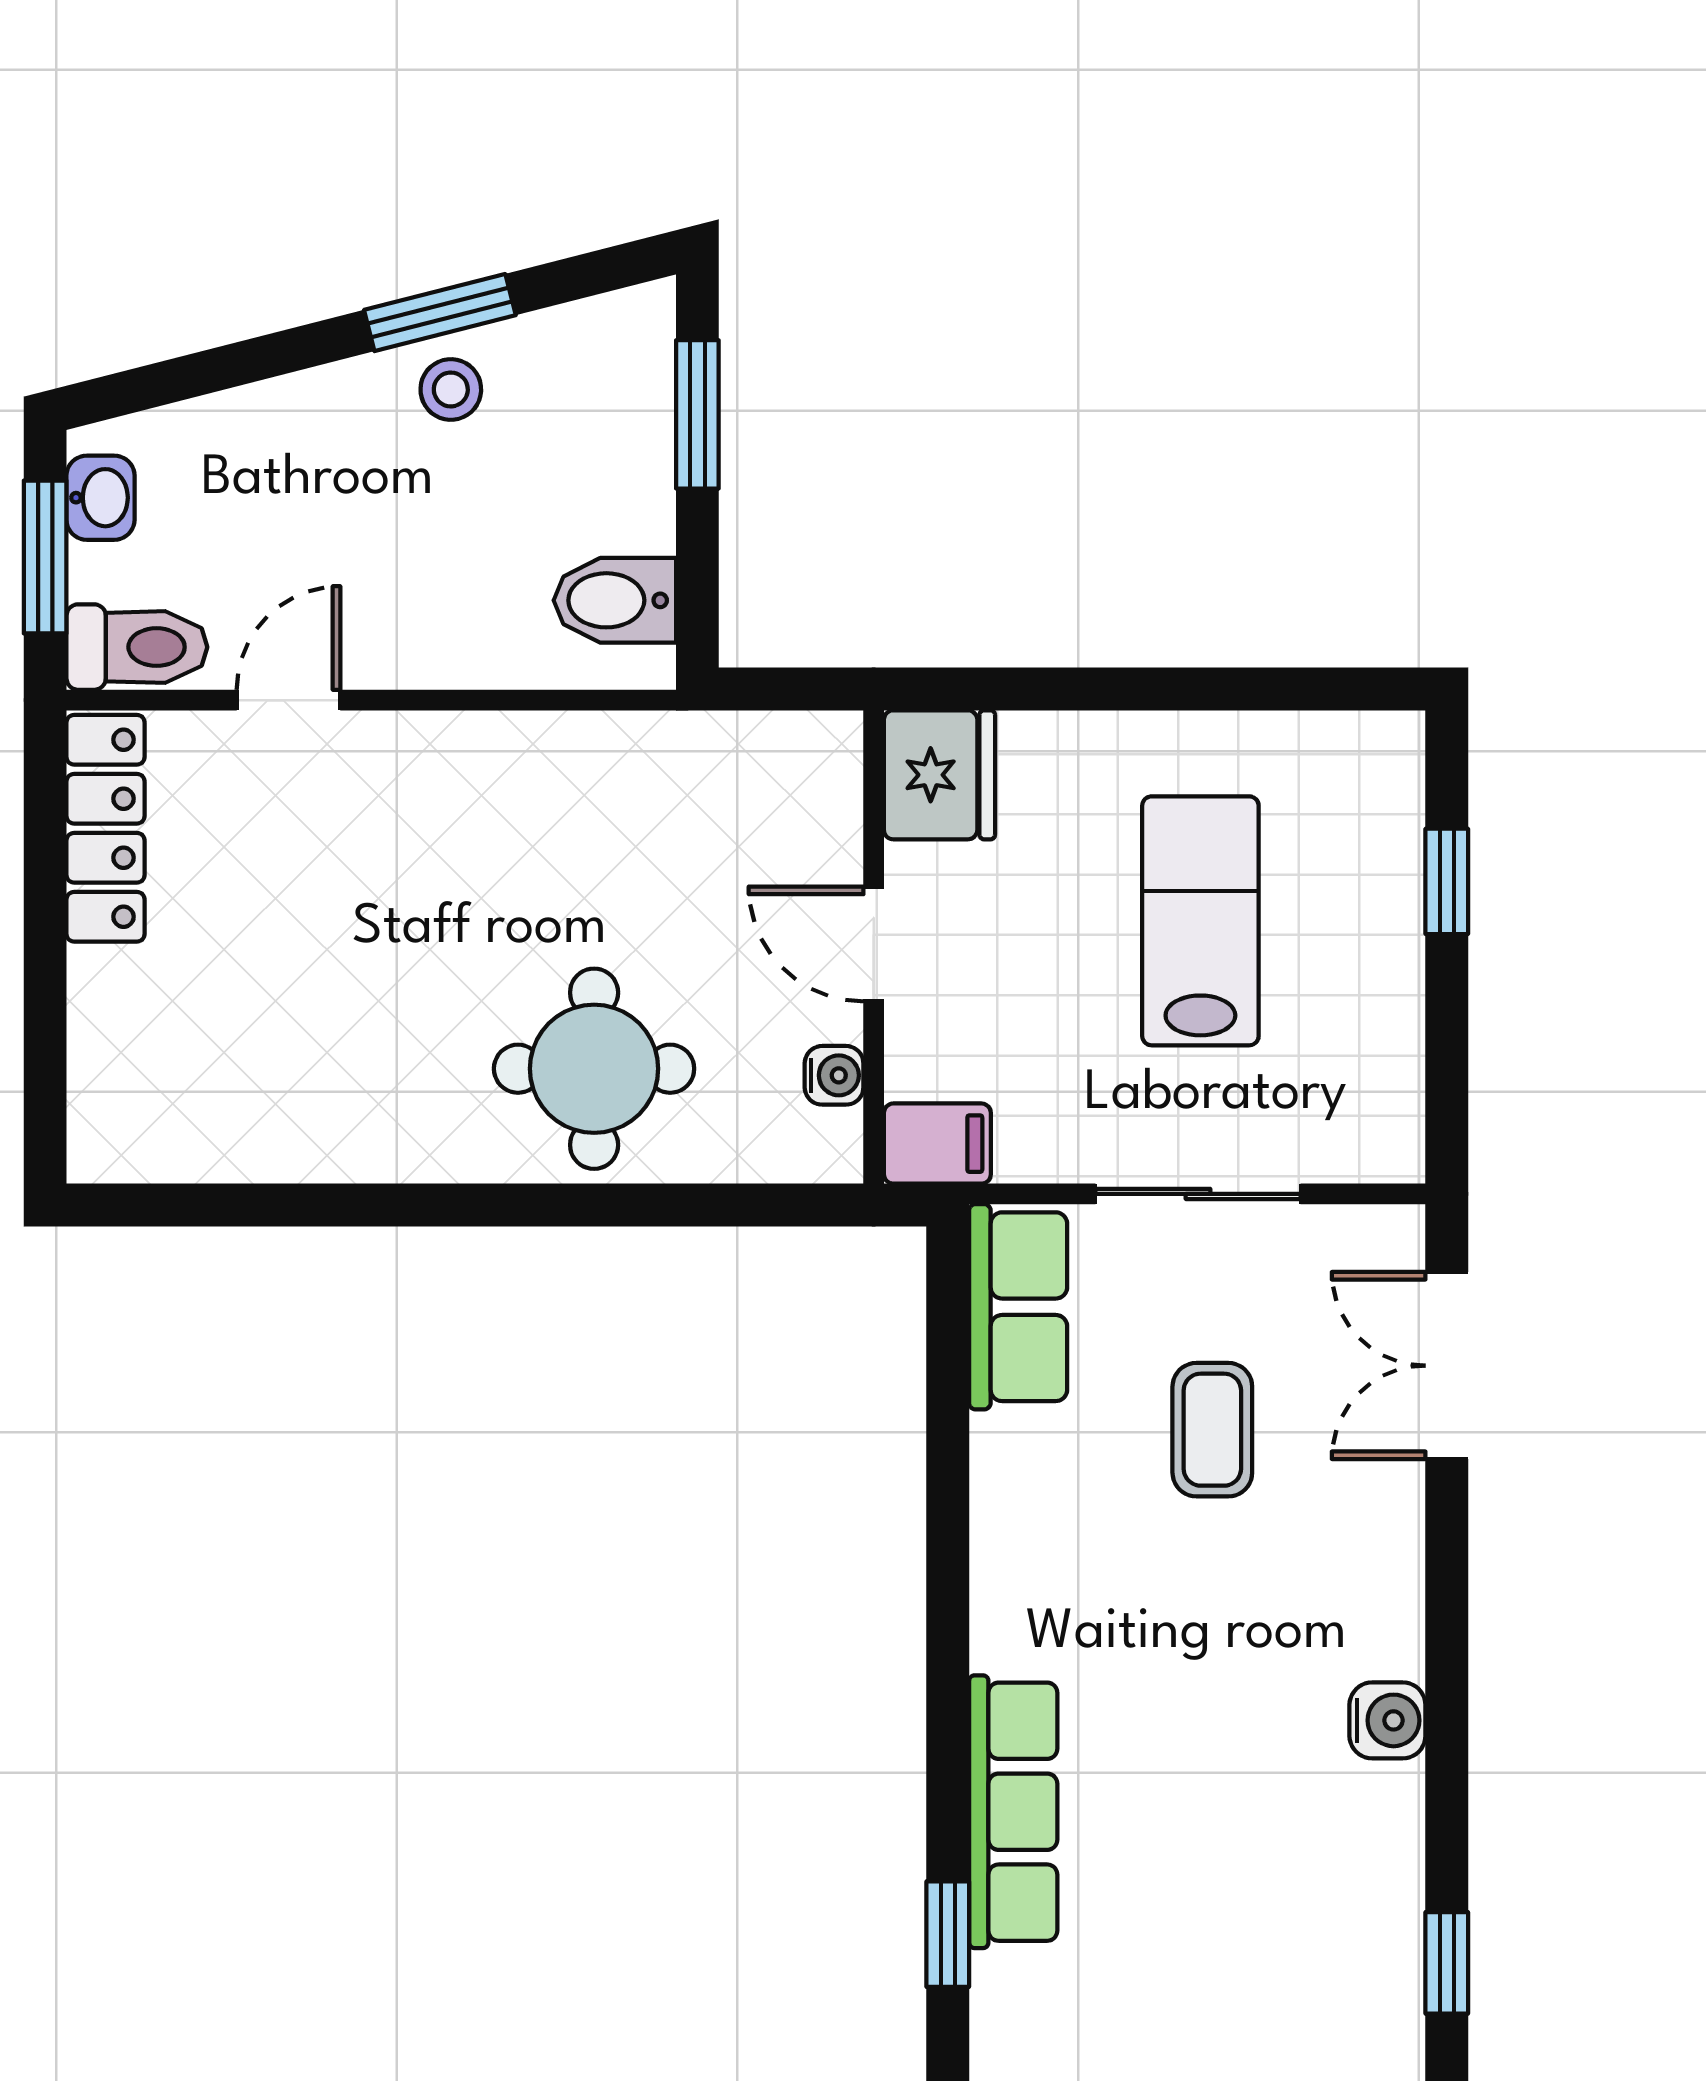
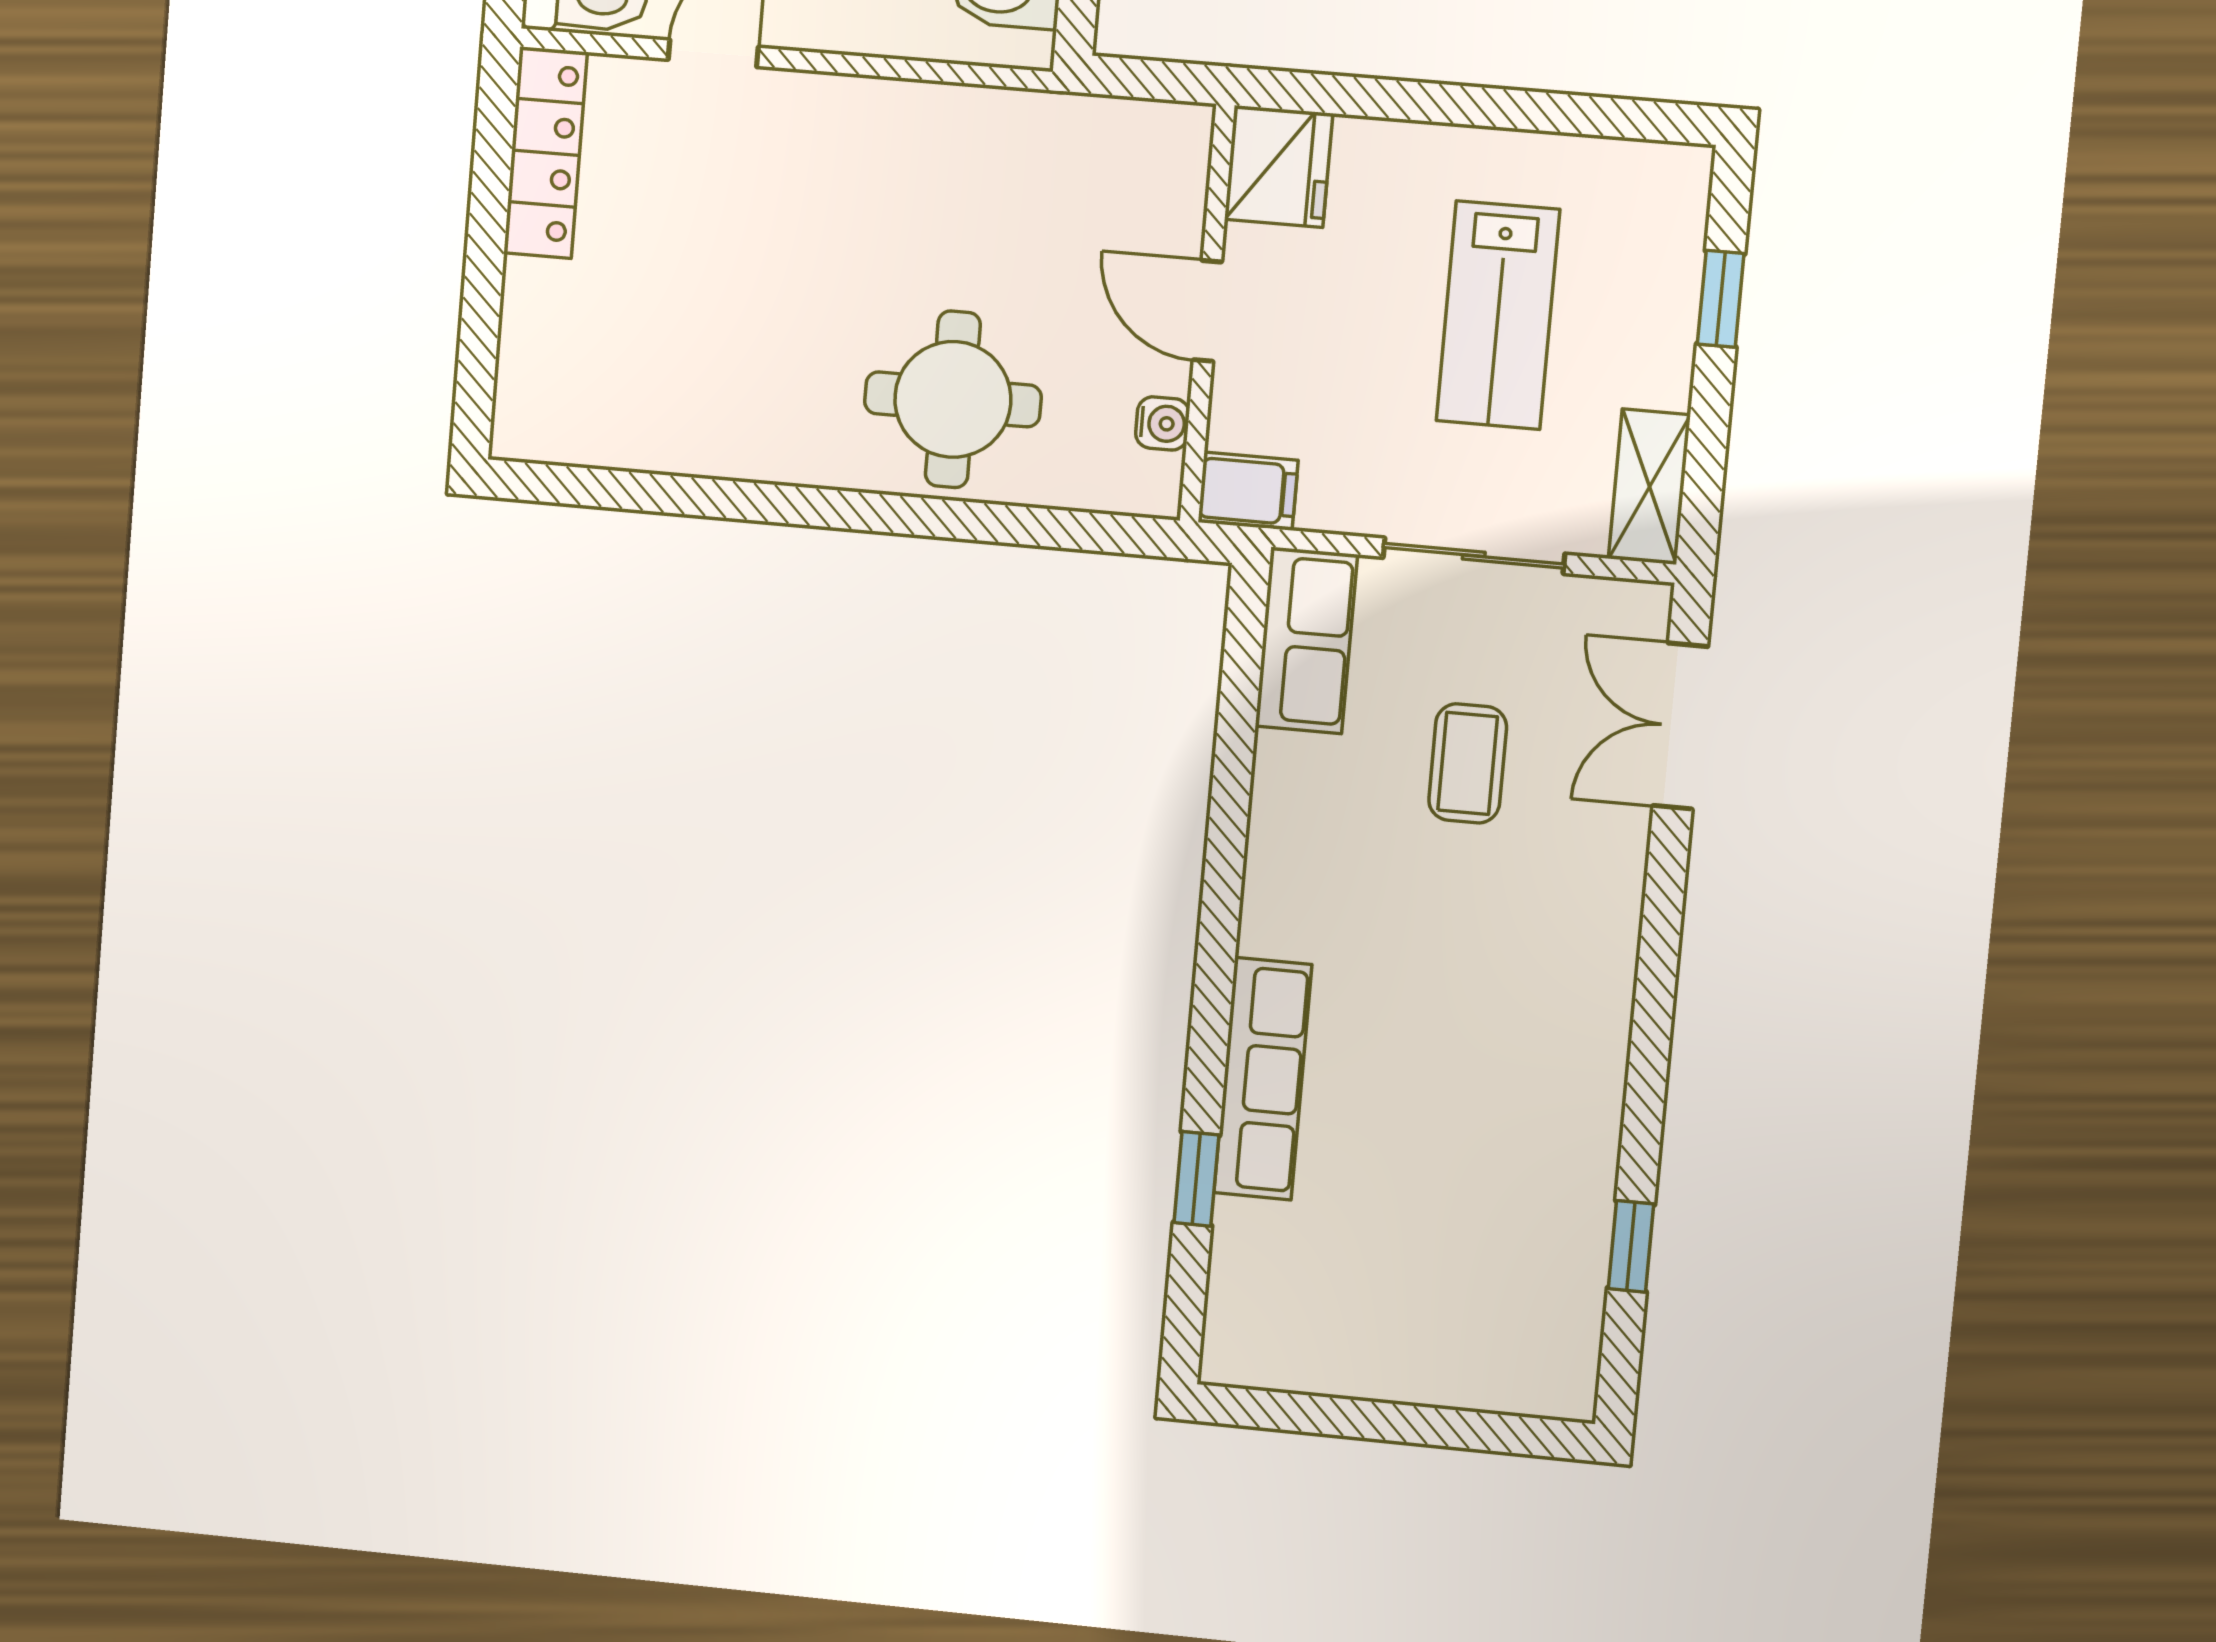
lab bench: (1200, 921) -> (1498, 315), turned 180
shelving: (1387, 1099) -> (1649, 487), added
water cooler: (1387, 1720) -> (1599, 1031), removed

